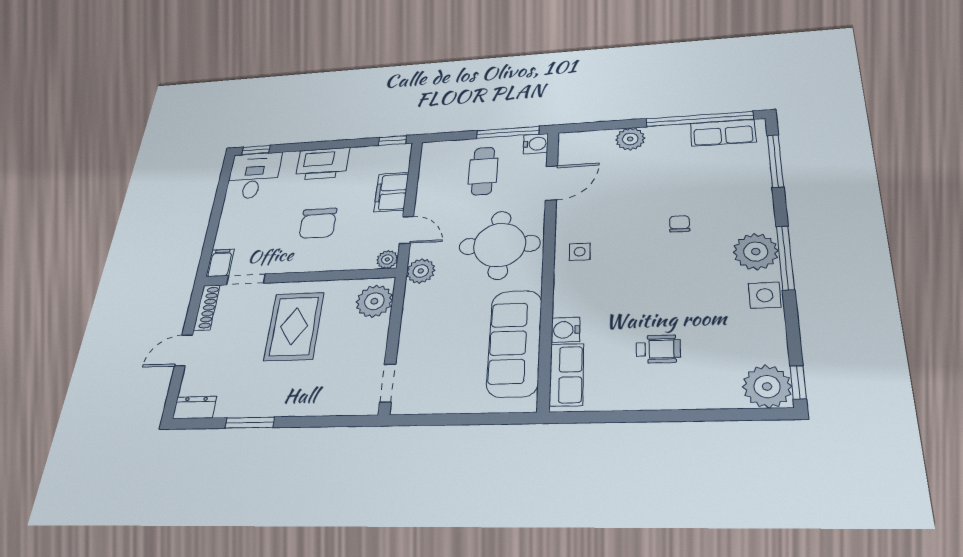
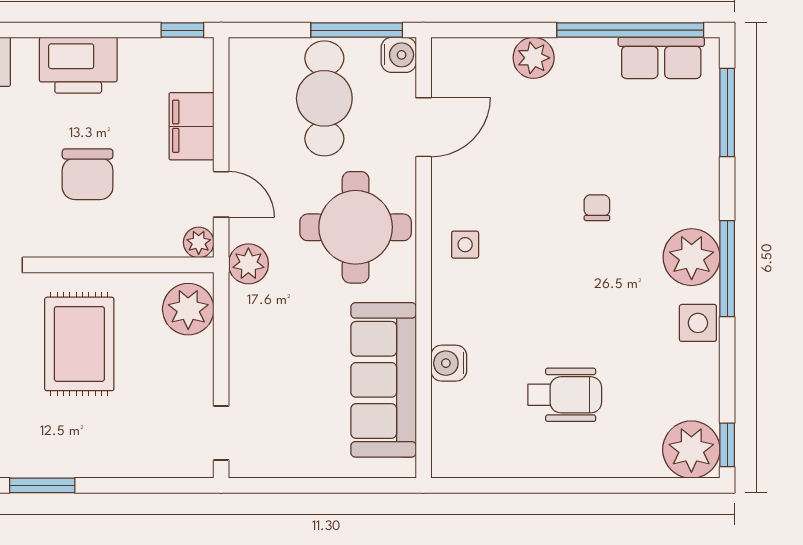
cafe table: (483, 171) -> (324, 98), width x1.37, depth x1.35
wheelchair: (658, 349) -> (565, 395), width x1.36, depth x1.37
row of seats: (567, 375) -> (451, 427), removed

